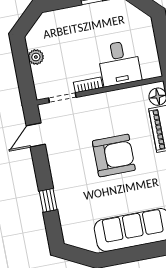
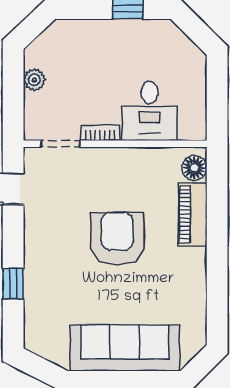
armchair: (114, 155) -> (117, 239), turned -90

